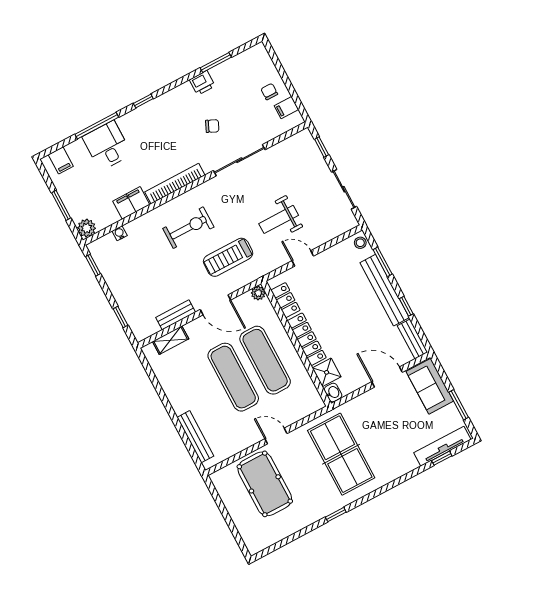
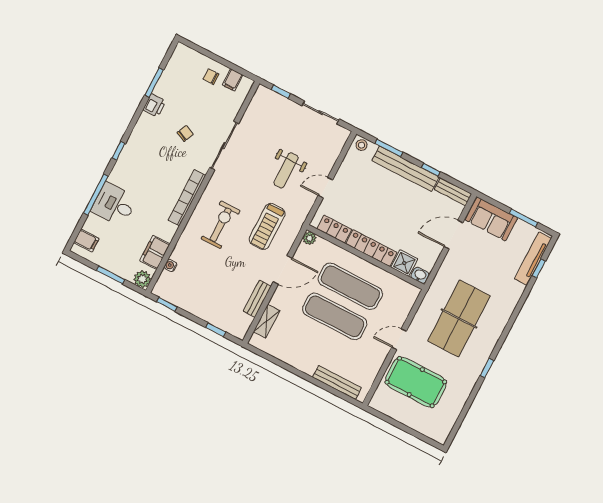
filing cabinet: (131, 203) -> (155, 252), moved
table tennis table: (341, 454) -> (459, 318), turned 90

